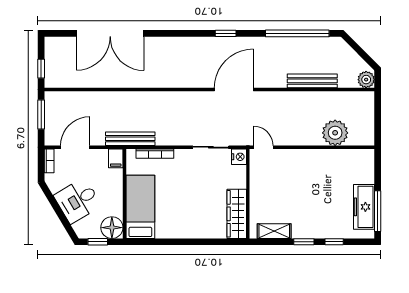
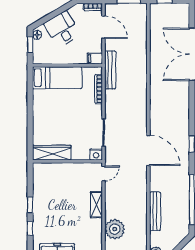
floor lamp: (112, 228) -> (37, 35), moved, width x0.53, depth x0.53
shelving: (274, 231) -> (96, 205), moved

